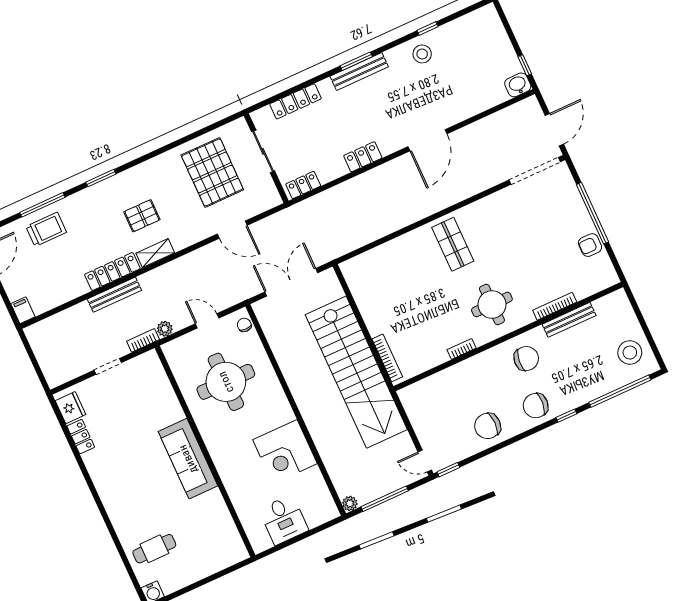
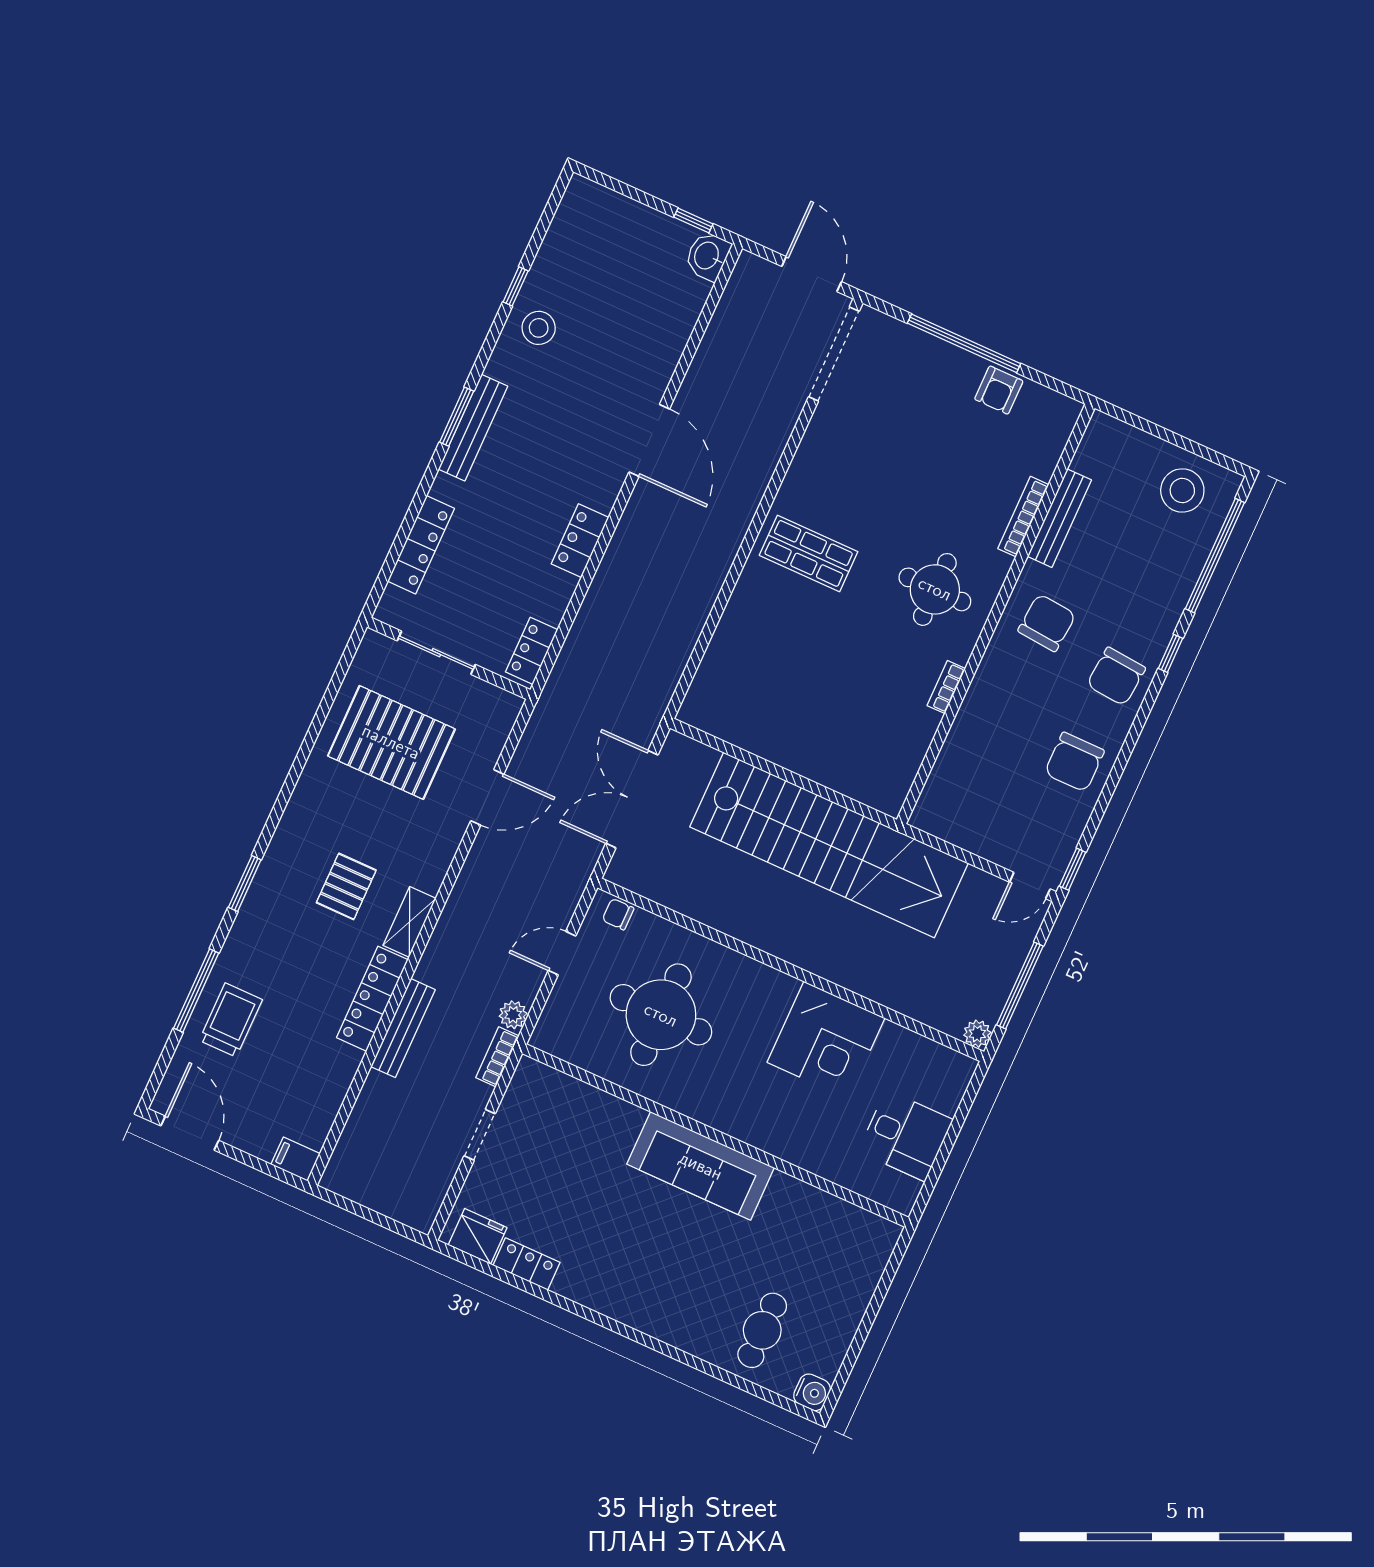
bookcase: (387, 358) -> (854, 788), removed

